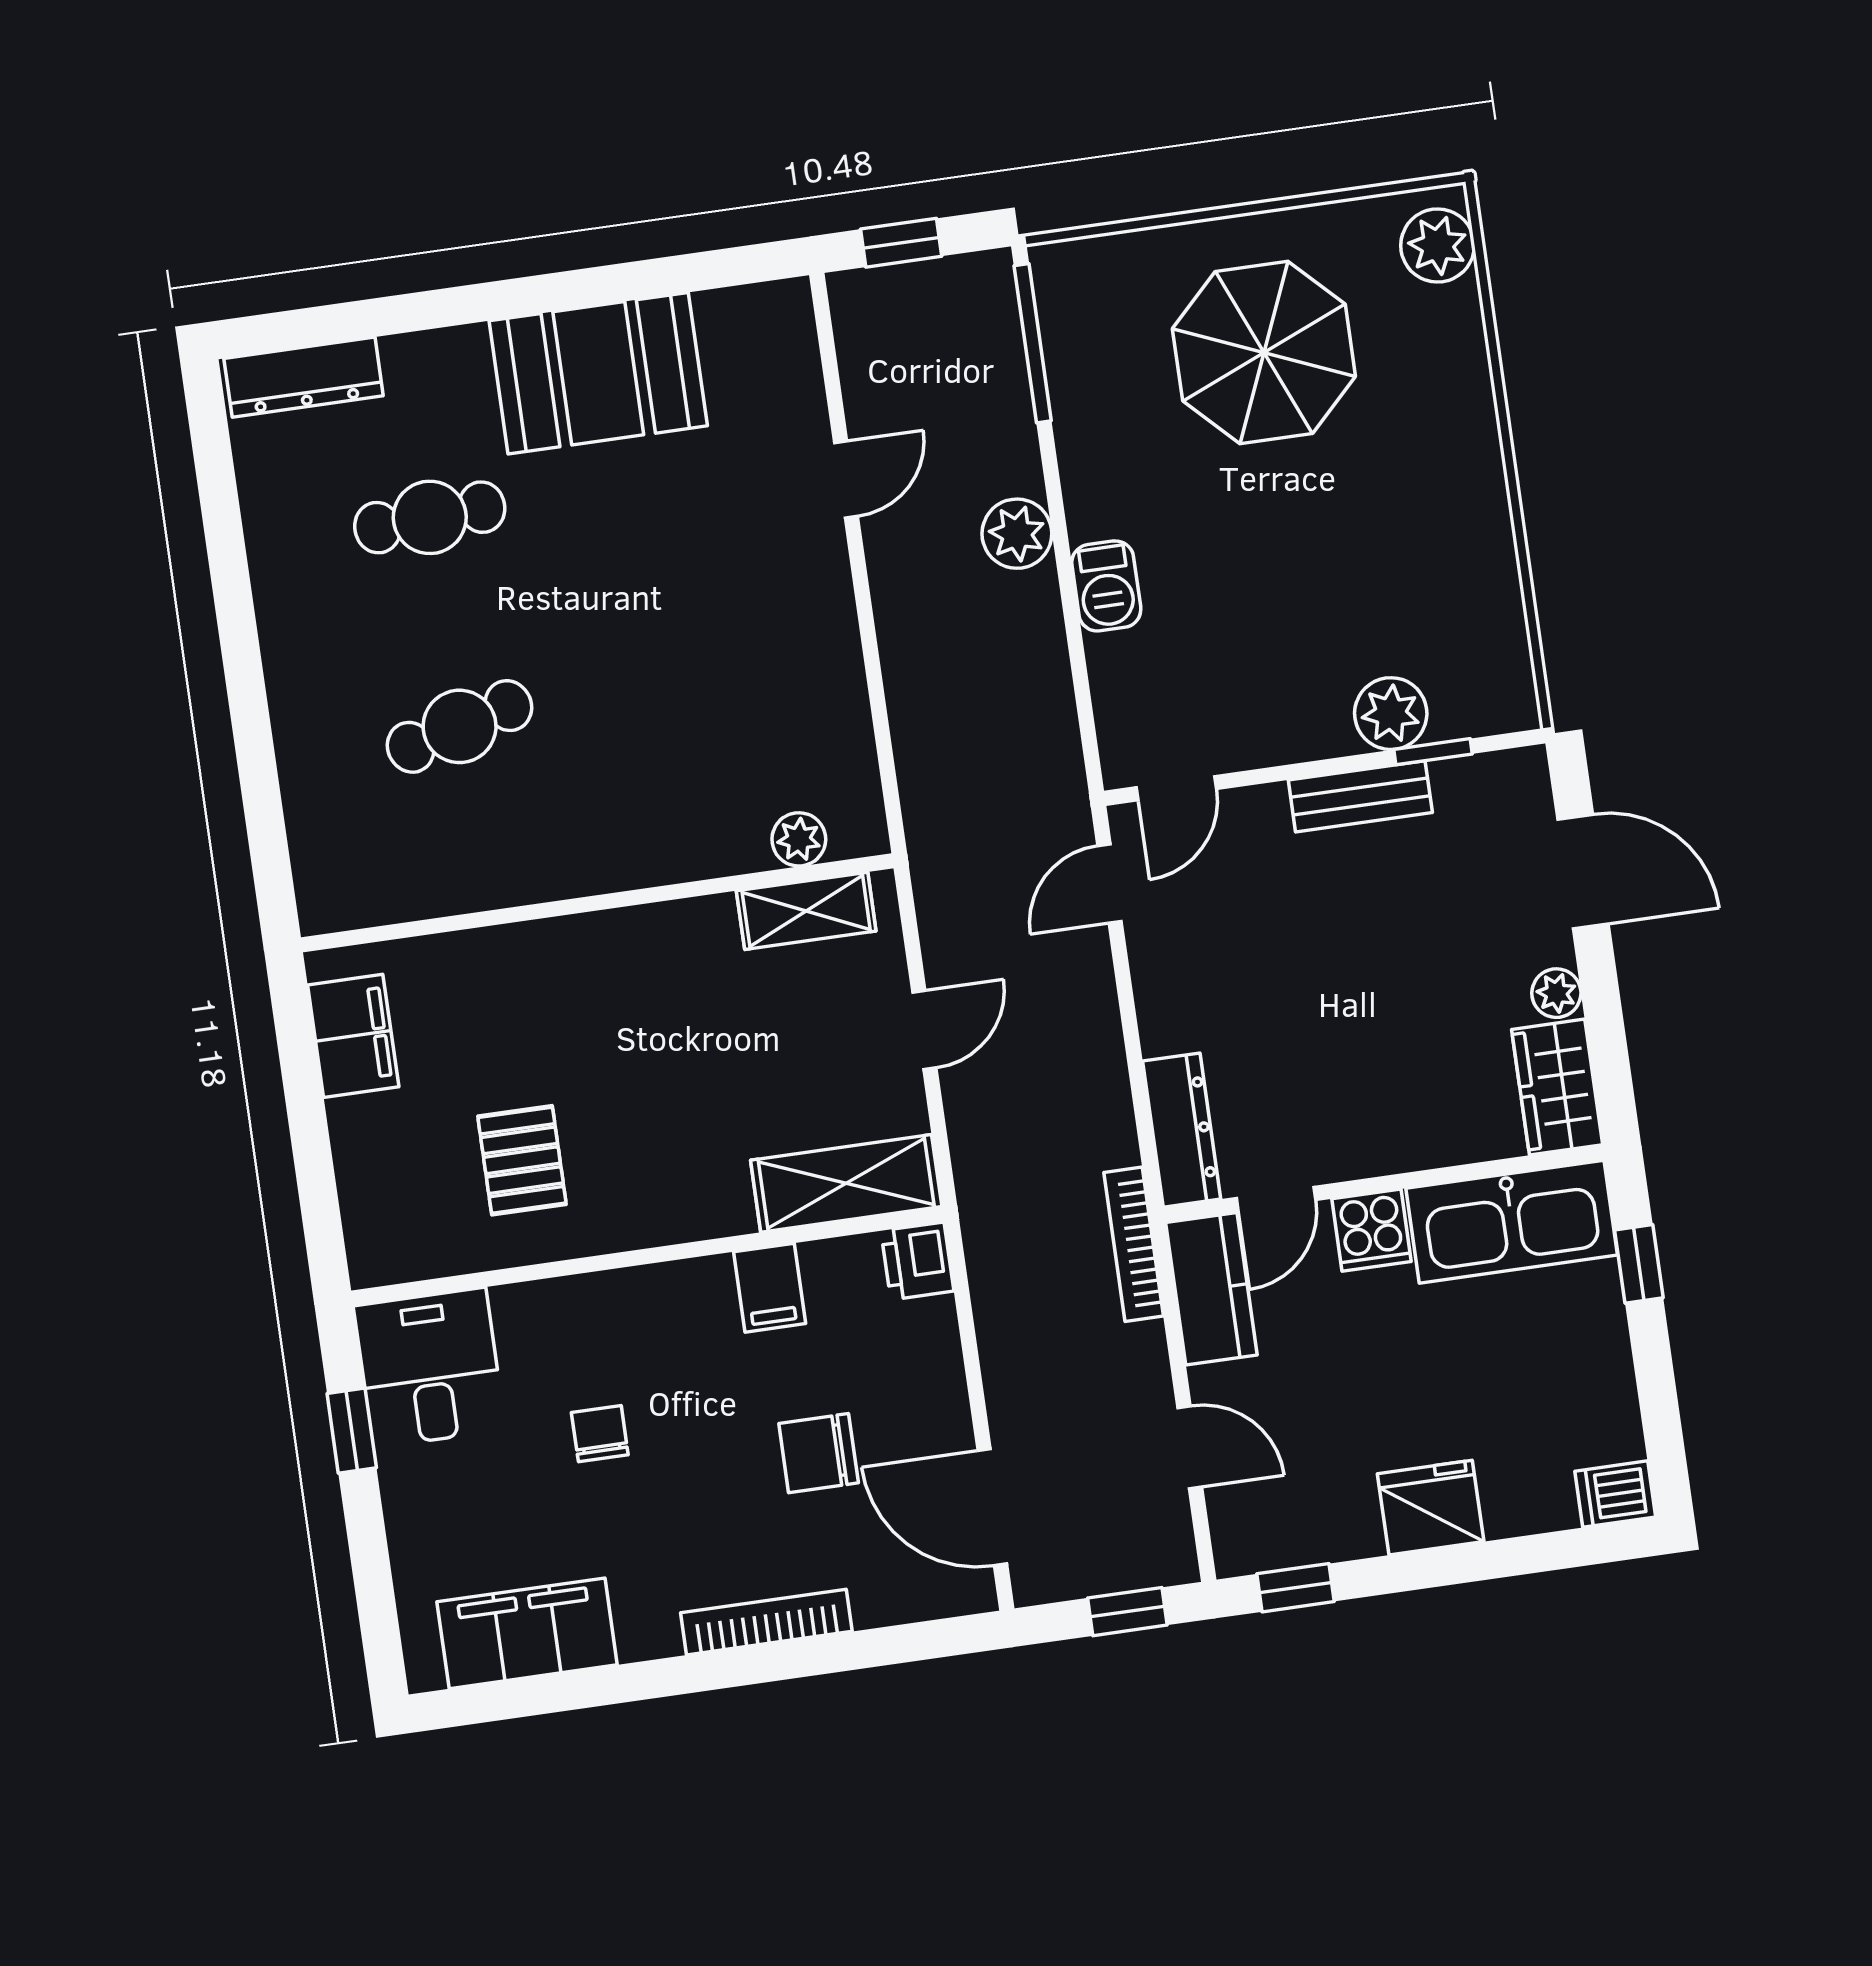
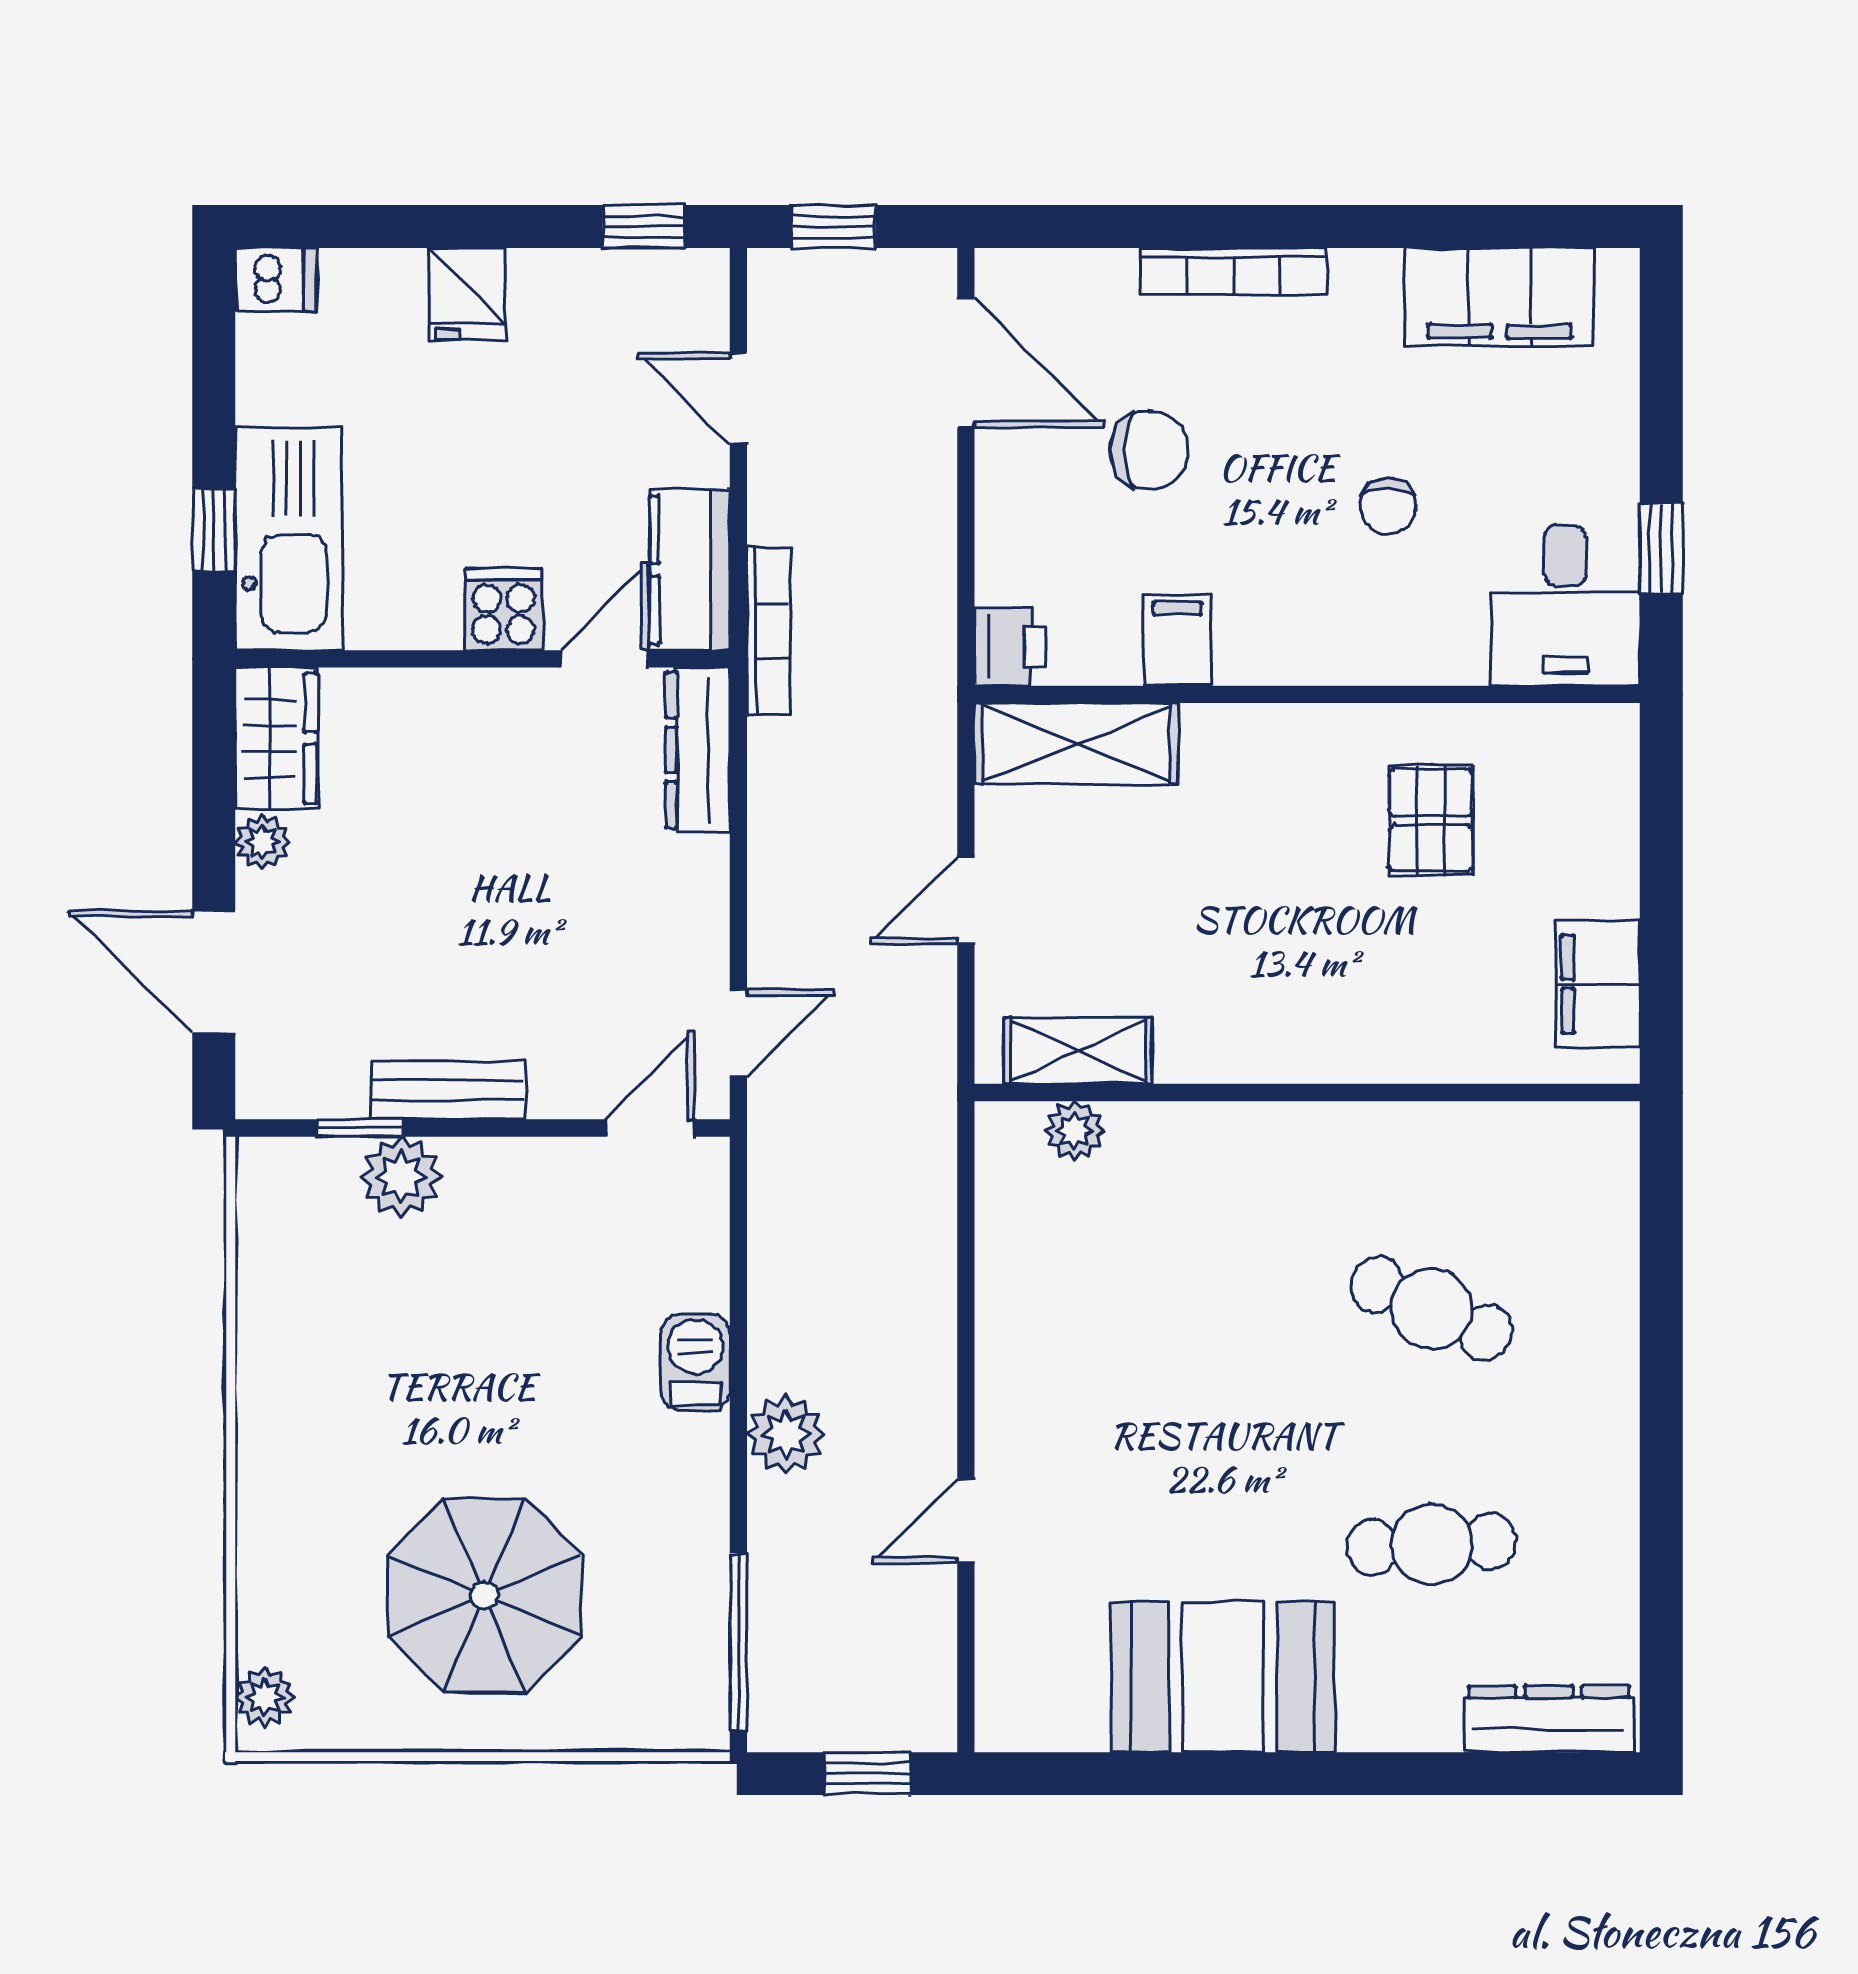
plant: (1438, 245) -> (265, 1697), width x0.73, depth x0.73
cafe table: (460, 726) -> (1431, 1309), turned 39
kitchen sink: (1512, 1222) -> (289, 539), moved, turned 90
fridge: (1431, 1508) -> (467, 294), width x0.72

